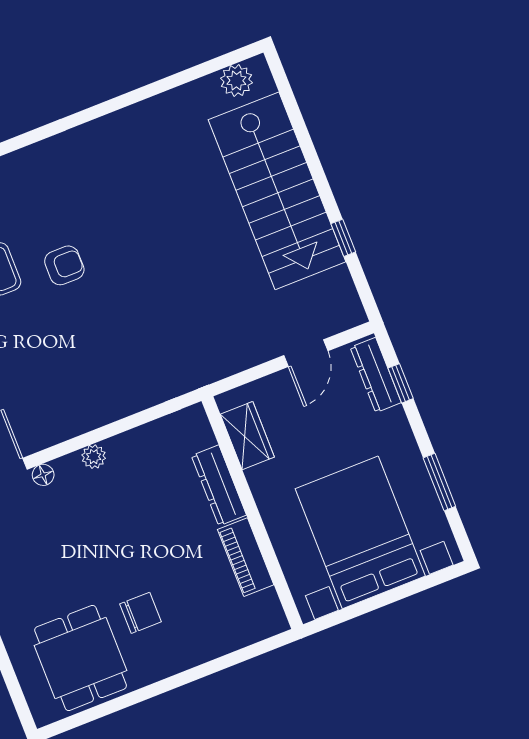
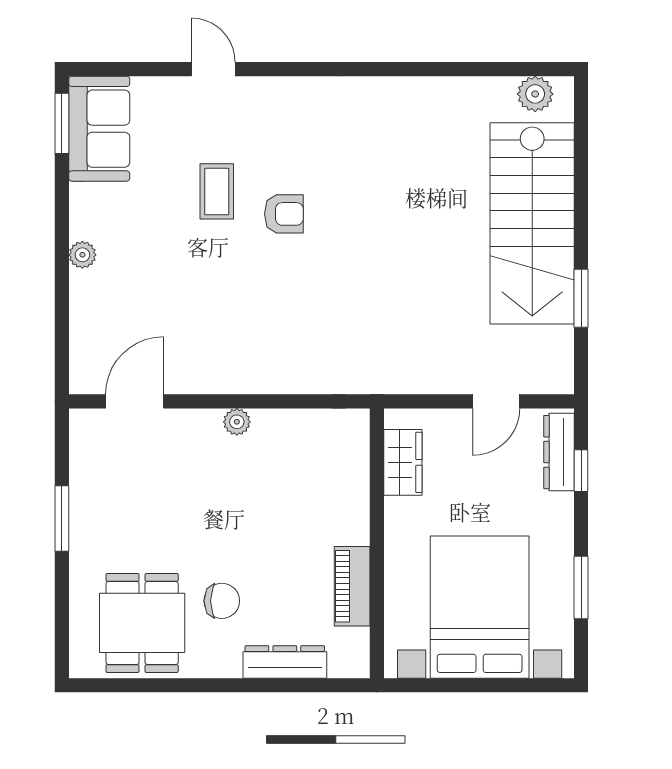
window: (343, 238) -> (581, 298), width x1.50
floor lamp: (43, 475) -> (178, 420), removed
dresser: (219, 485) -> (285, 662), moved, turned 90

